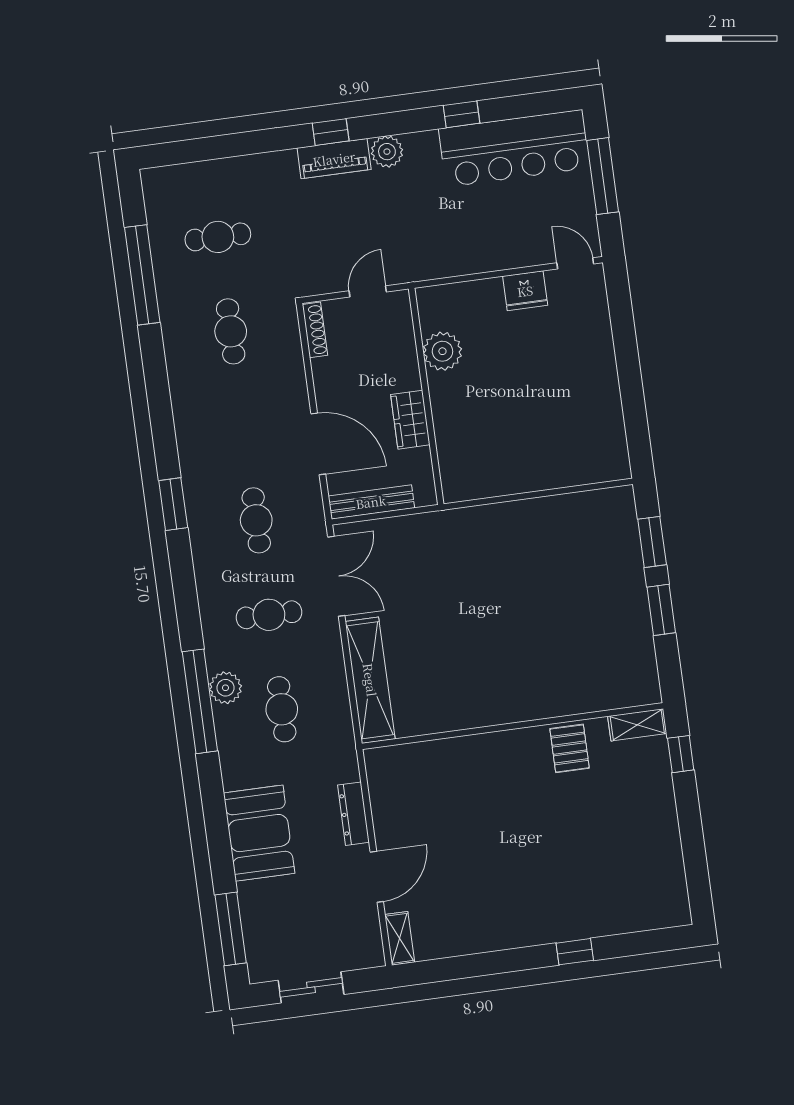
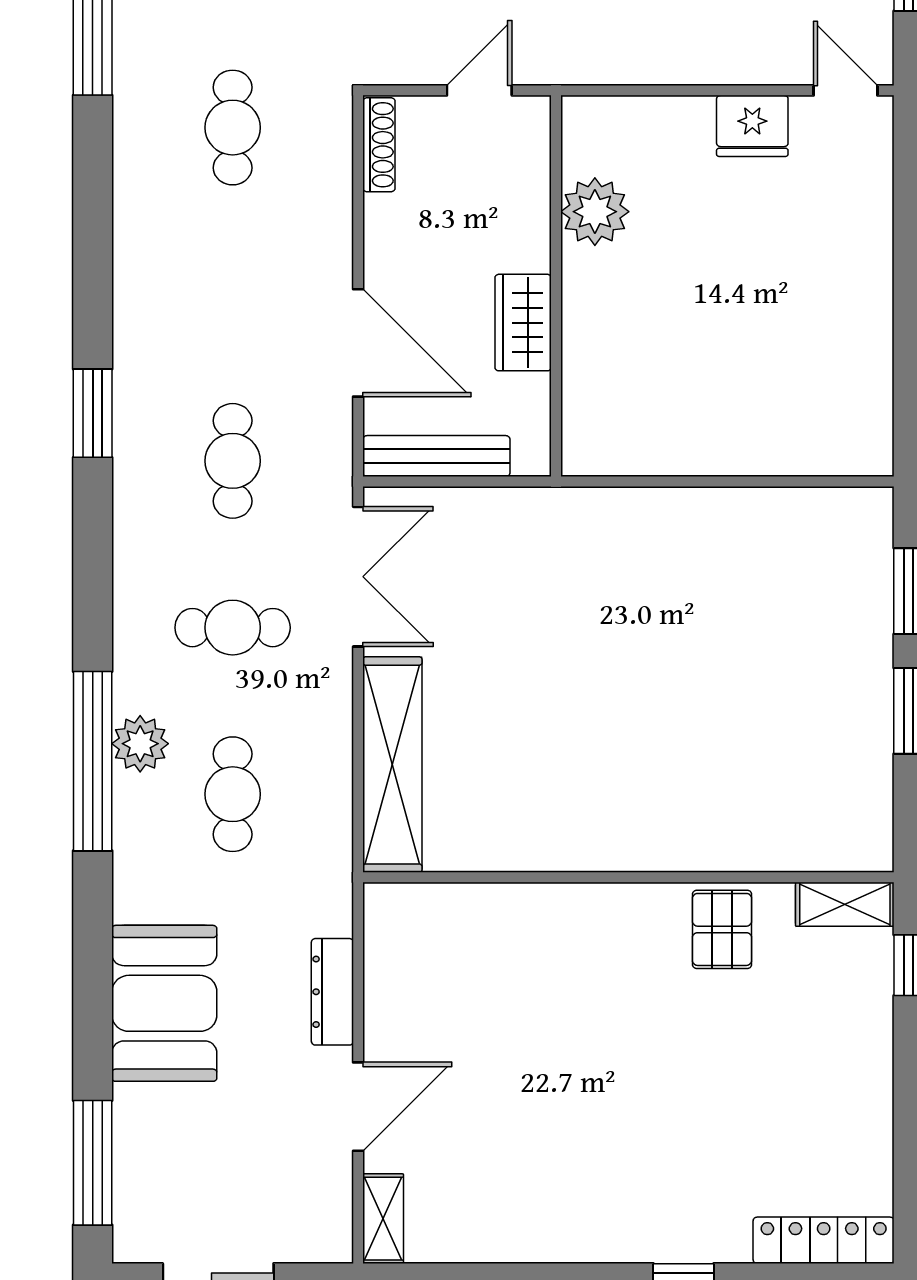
locker: (651, 917) -> (824, 1240), added

